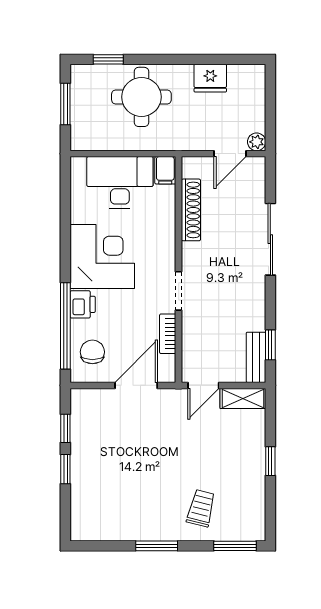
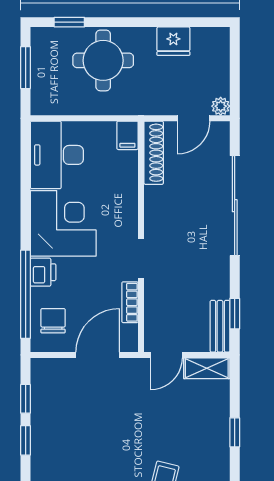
desk: (120, 182) -> (57, 155), moved, turned -90
shoe rack: (191, 210) -> (154, 153), moved
sliding door: (270, 239) -> (235, 206), width x1.36

